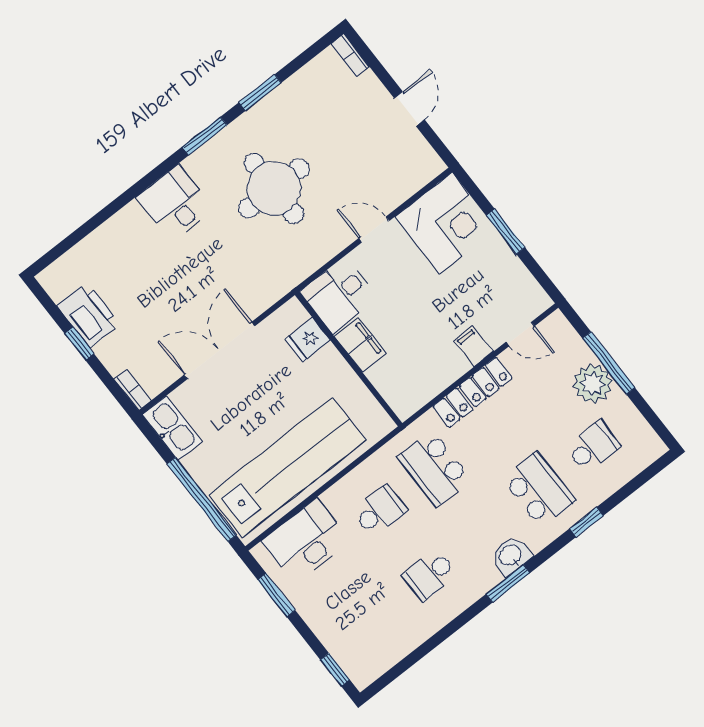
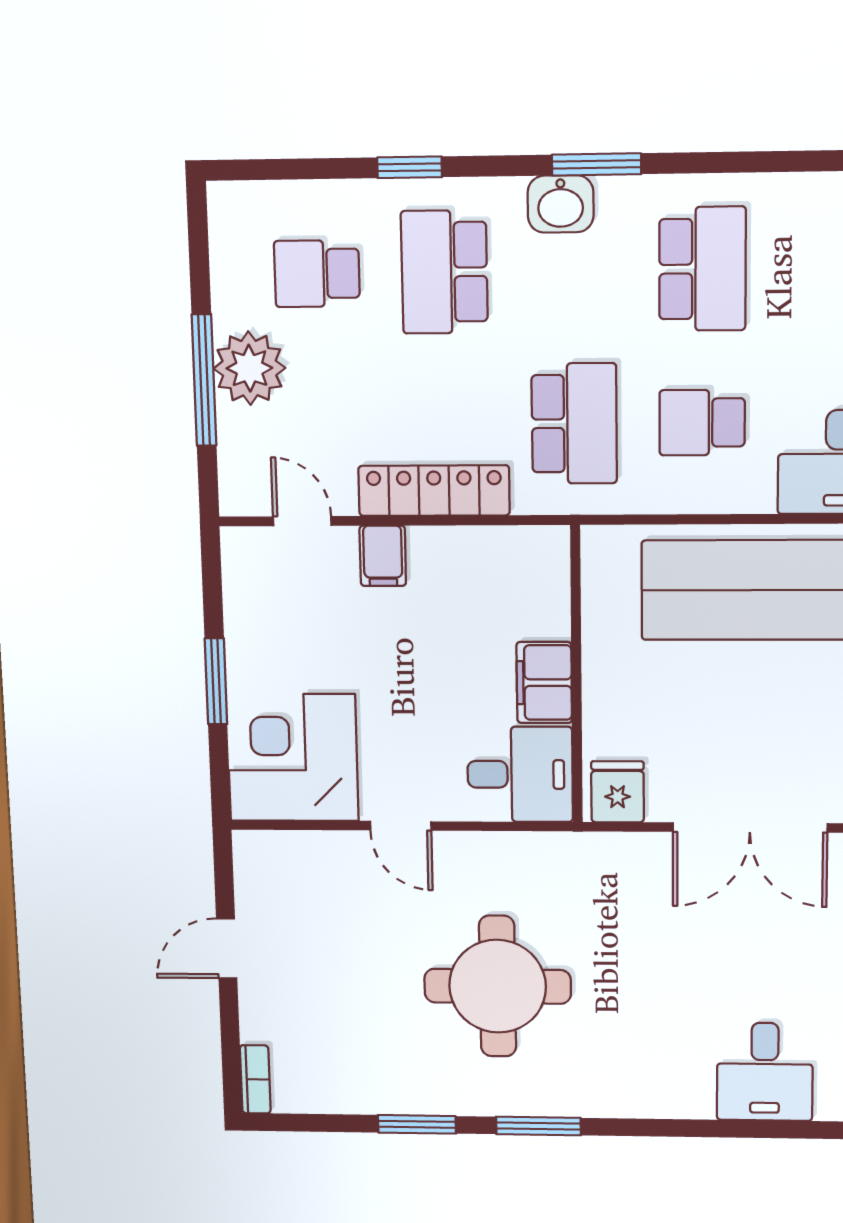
desk: (175, 203) -> (765, 1072), moved
fridge: (308, 340) -> (618, 792), moved, turned -90
school desk: (430, 575) -> (702, 269), width x1.85

